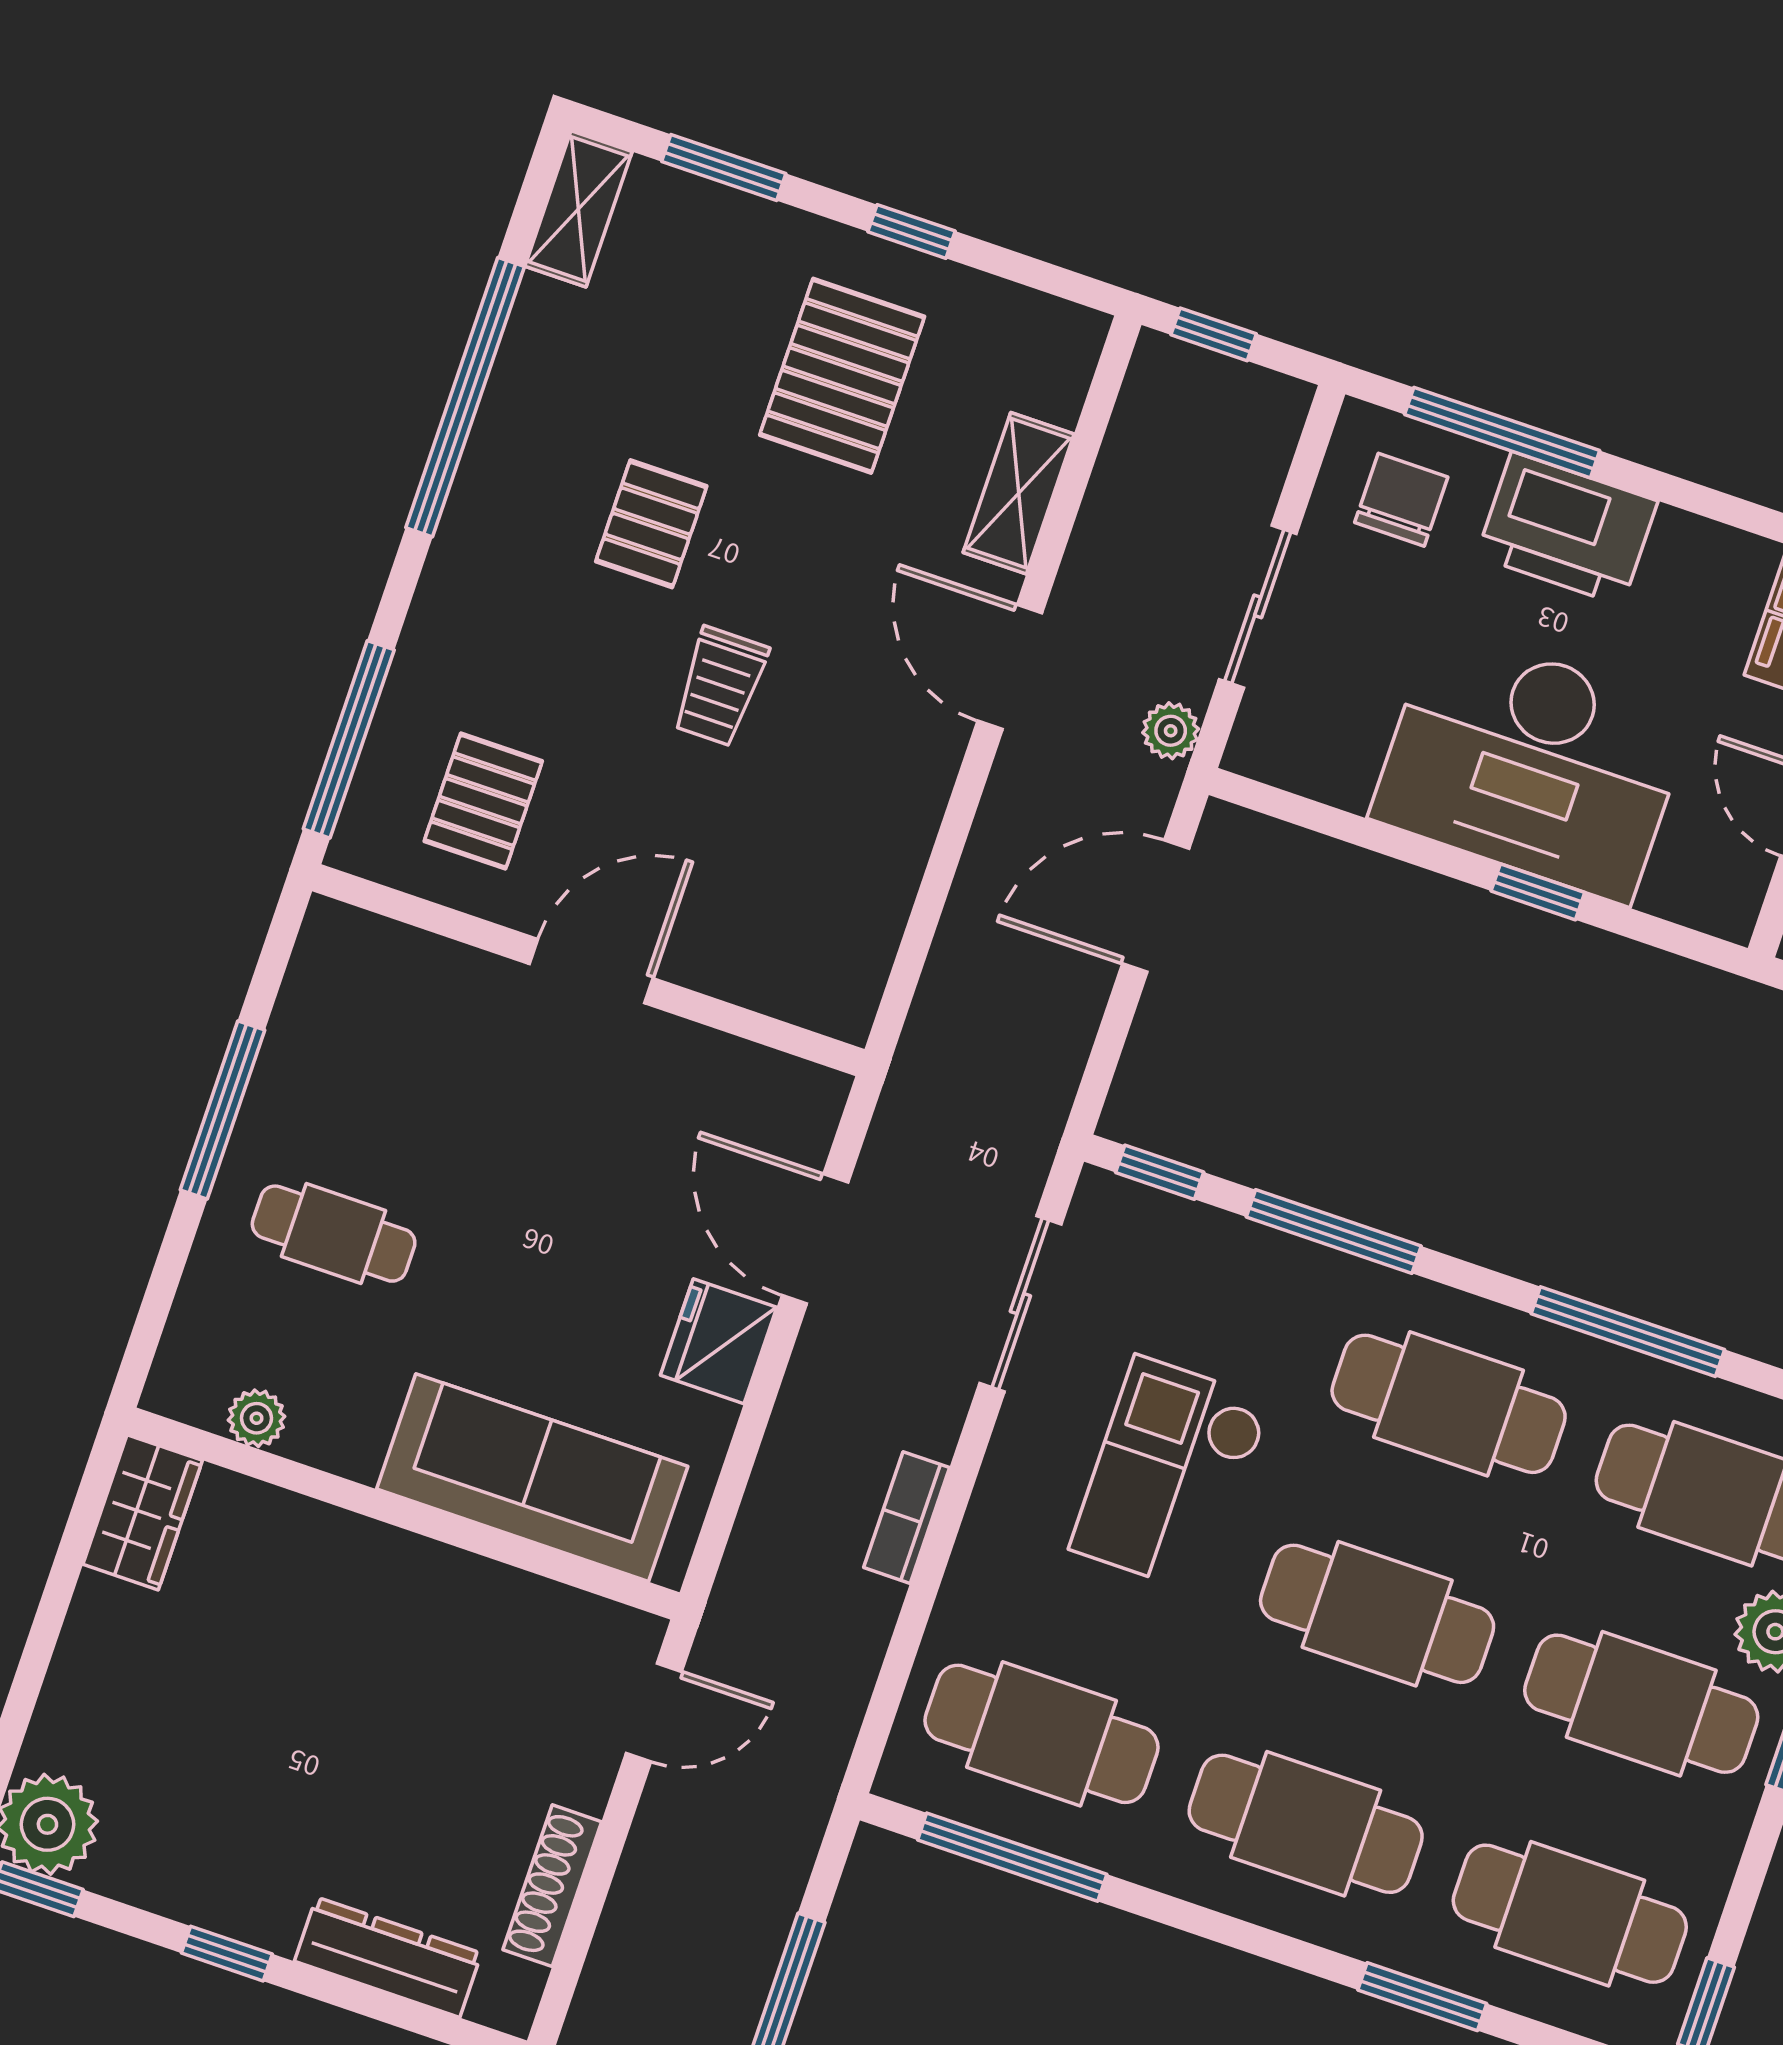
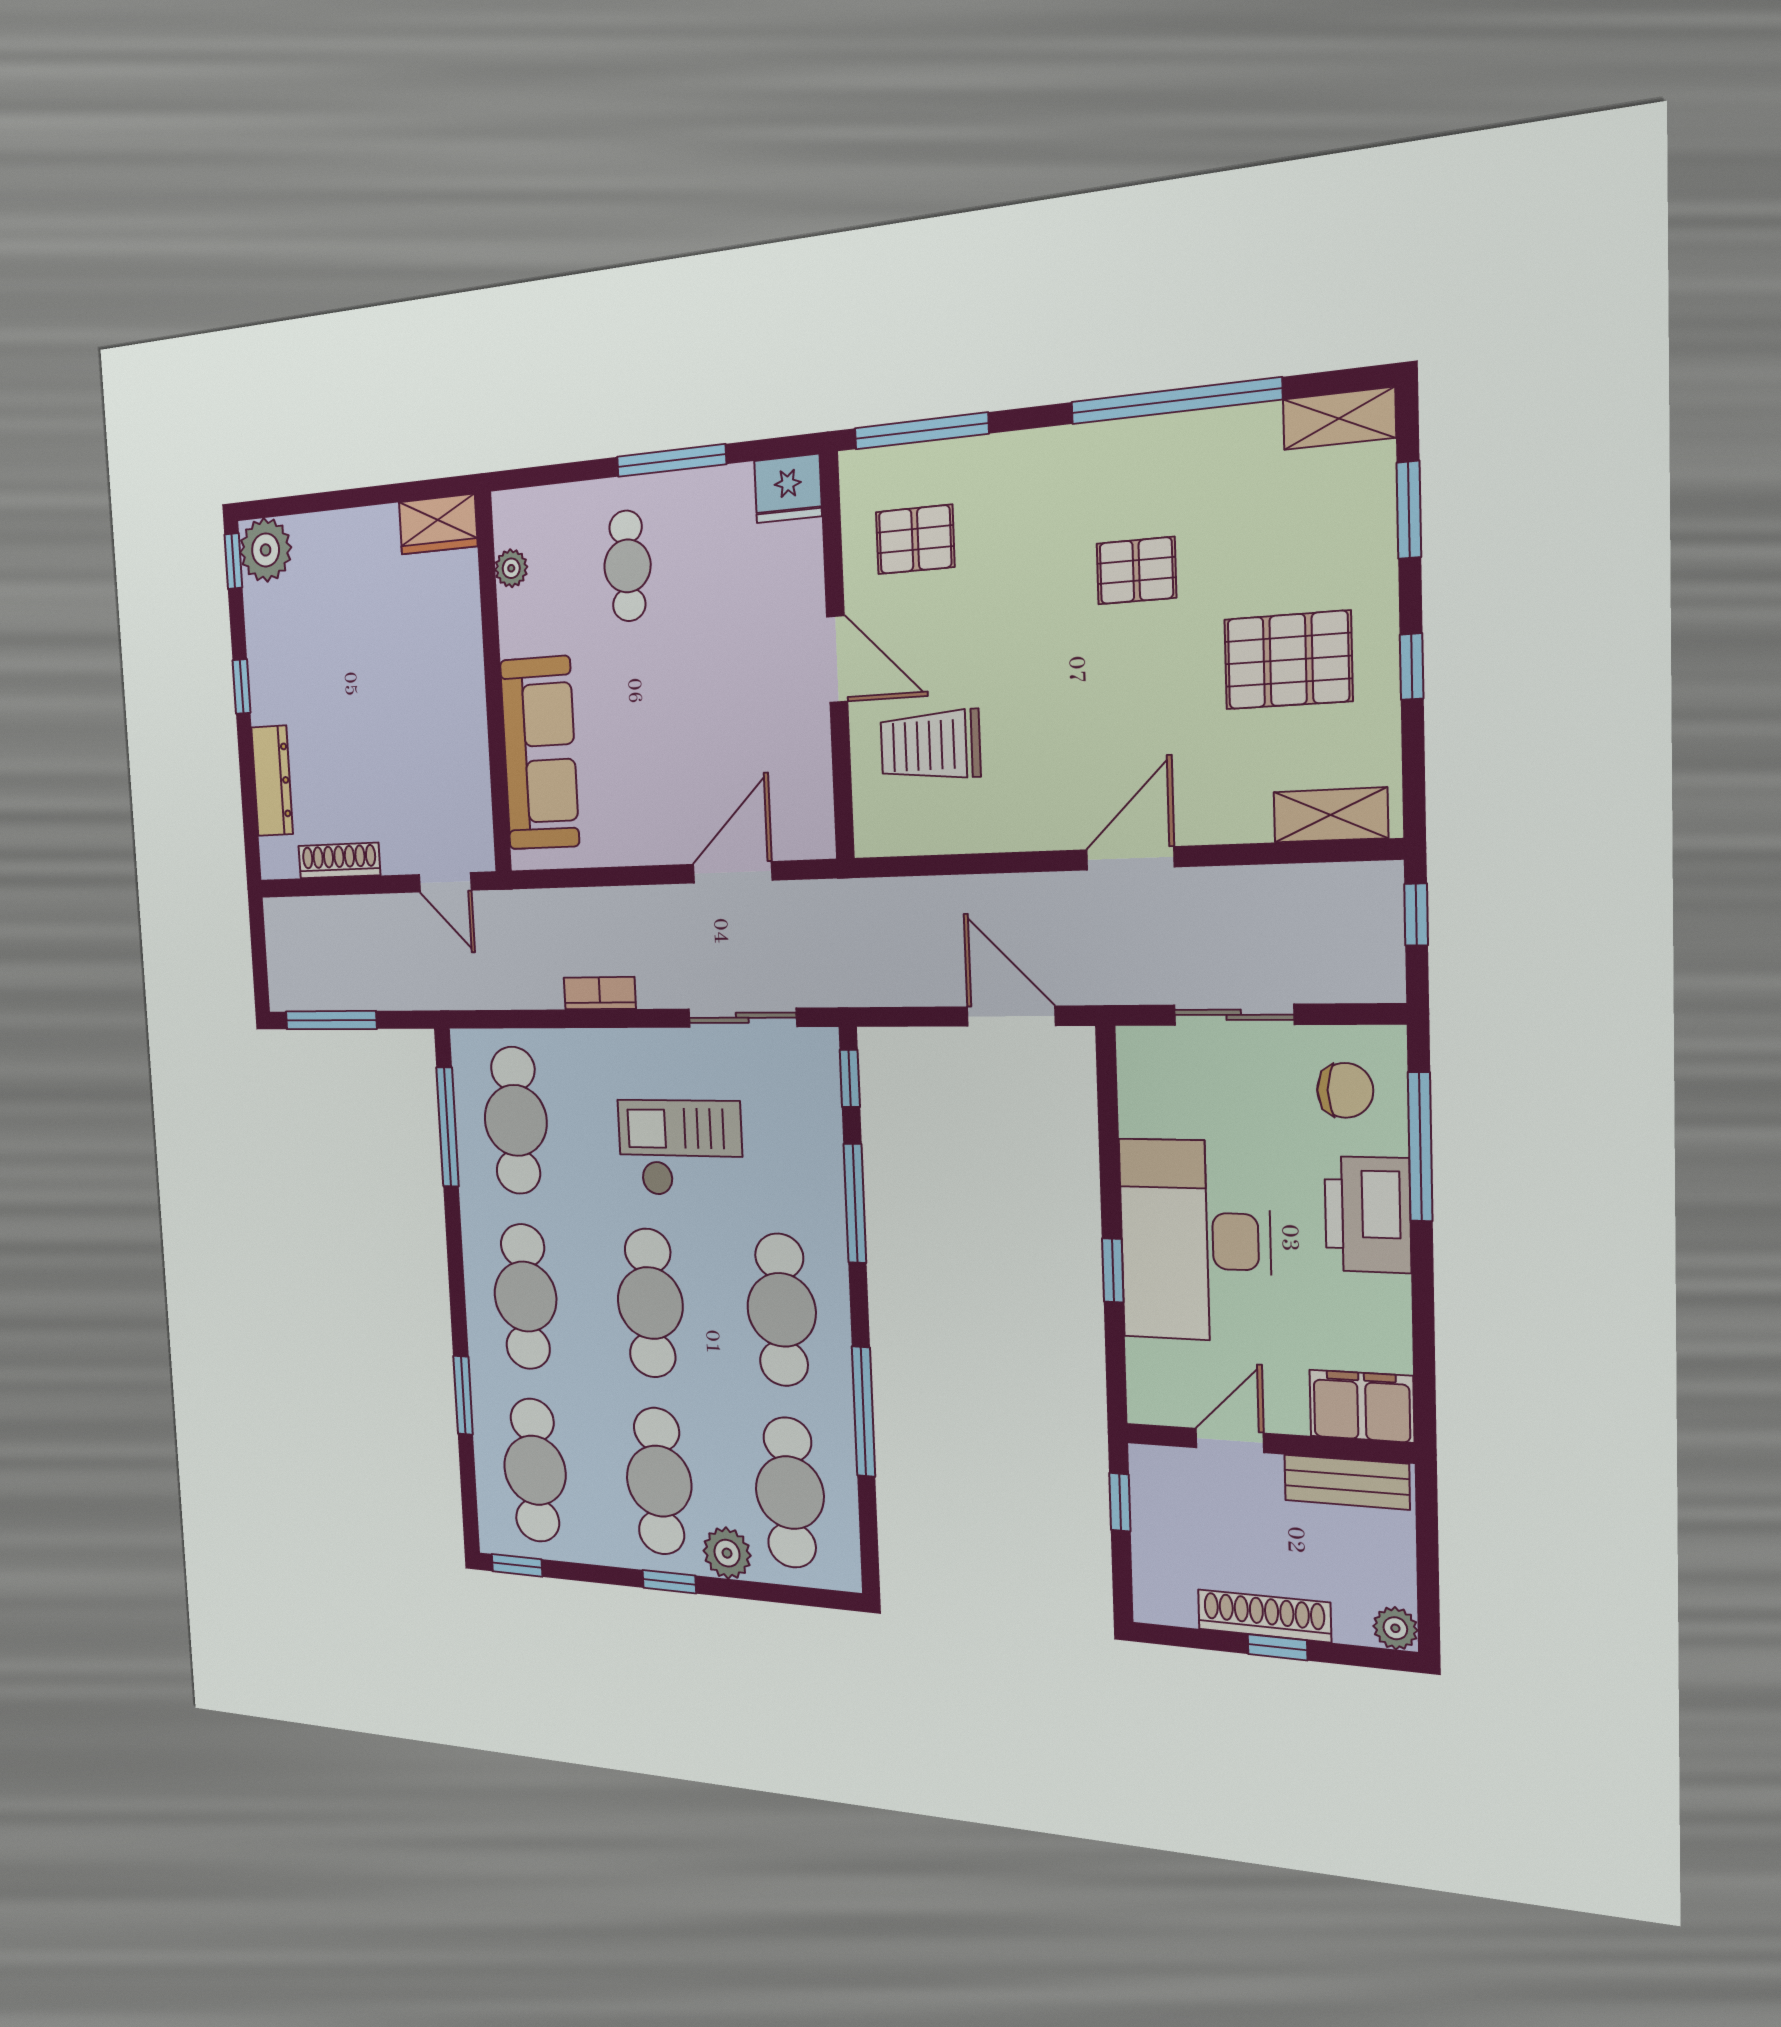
shelving: (1019, 493) -> (1331, 815), moved
trolley: (720, 687) -> (930, 745), moved, width x1.36, depth x1.39
plant: (1171, 731) -> (1128, 985), removed
fridge: (719, 1341) -> (788, 488), moved, turned 180

